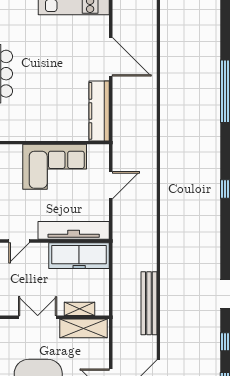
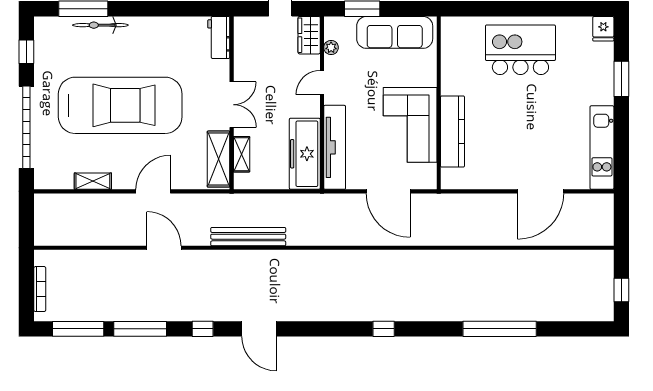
kitchen counter: (99, 111) -> (452, 132), moved, turned 90
door: (111, 185) -> (388, 191), width x1.36
door: (19, 241) -> (322, 83), hinge flipped

